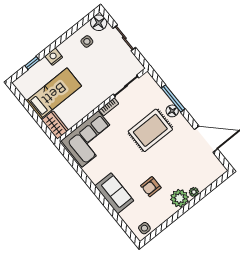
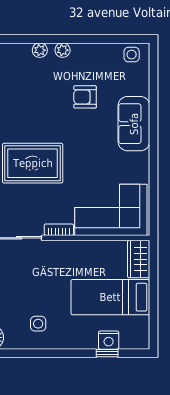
side table: (87, 41) -> (38, 324), moved
nightstand: (54, 57) -> (109, 340), moved
armchair: (151, 187) -> (85, 97), turned 180
plant: (179, 198) -> (63, 50), width x0.53, depth x0.53

